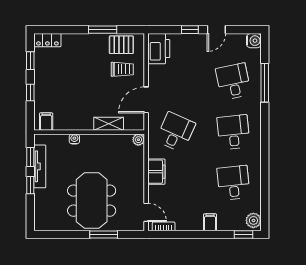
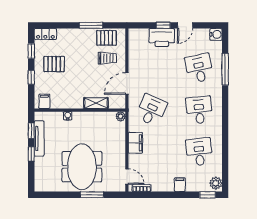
printer: (159, 49) -> (162, 37), moved, turned 90
pallet: (58, 76) -> (54, 64), added

